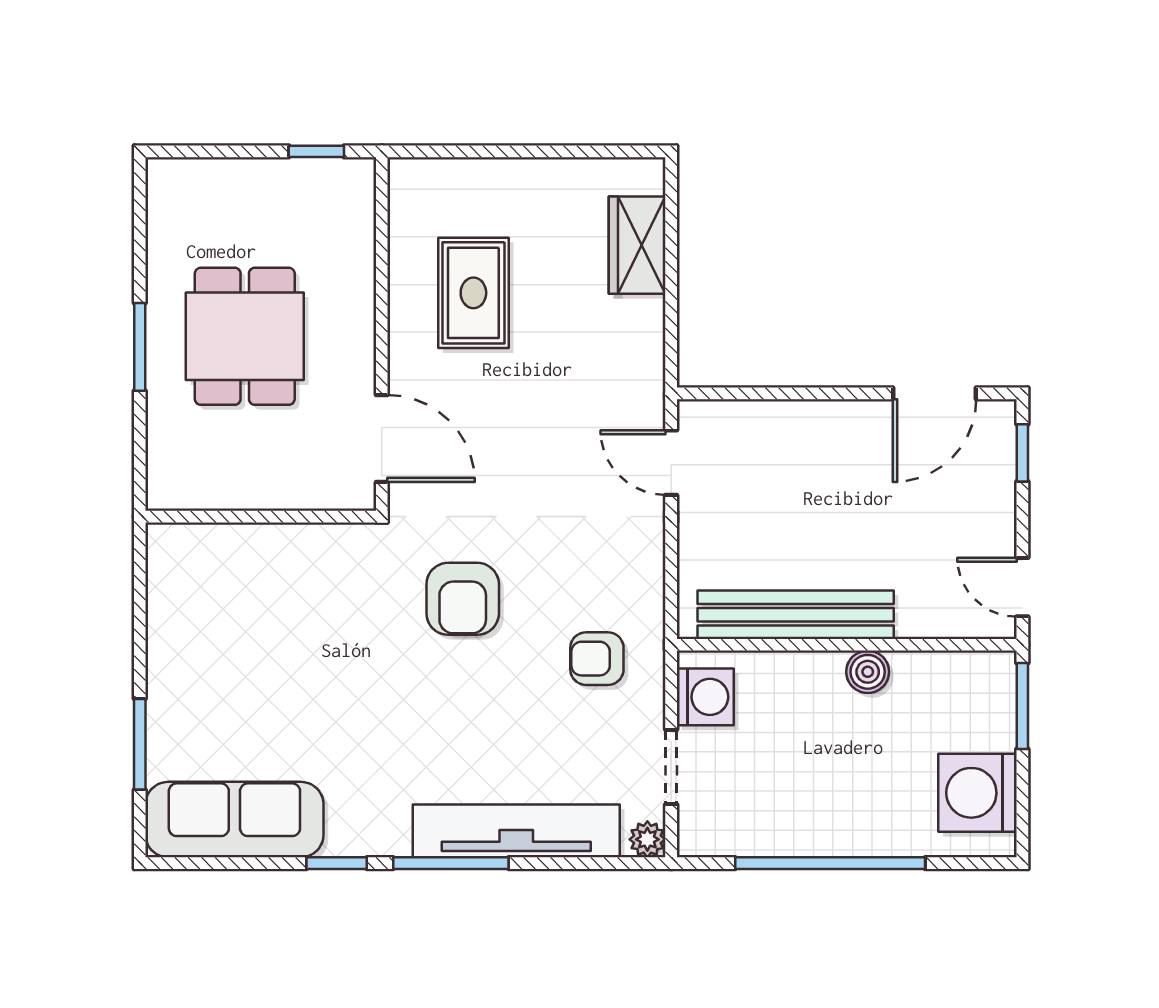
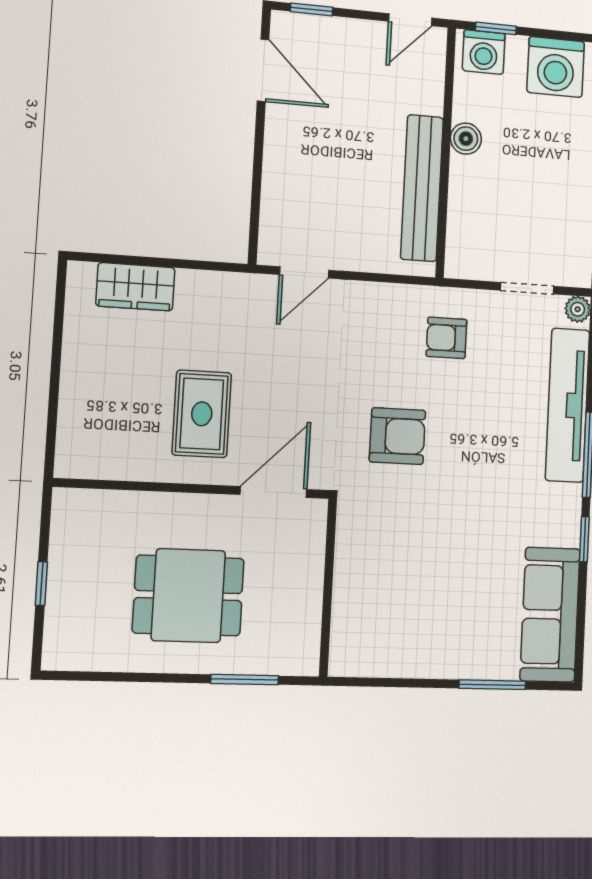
window: (316, 151) -> (41, 584), moved
rug: (473, 293) -> (202, 414), moved, turned 90
window: (140, 347) -> (245, 679), moved
armchair: (597, 659) -> (446, 338), turned 90
washing machine: (705, 697) -> (484, 52), moved, turned 180
window: (1022, 706) -> (496, 28), width x0.67

